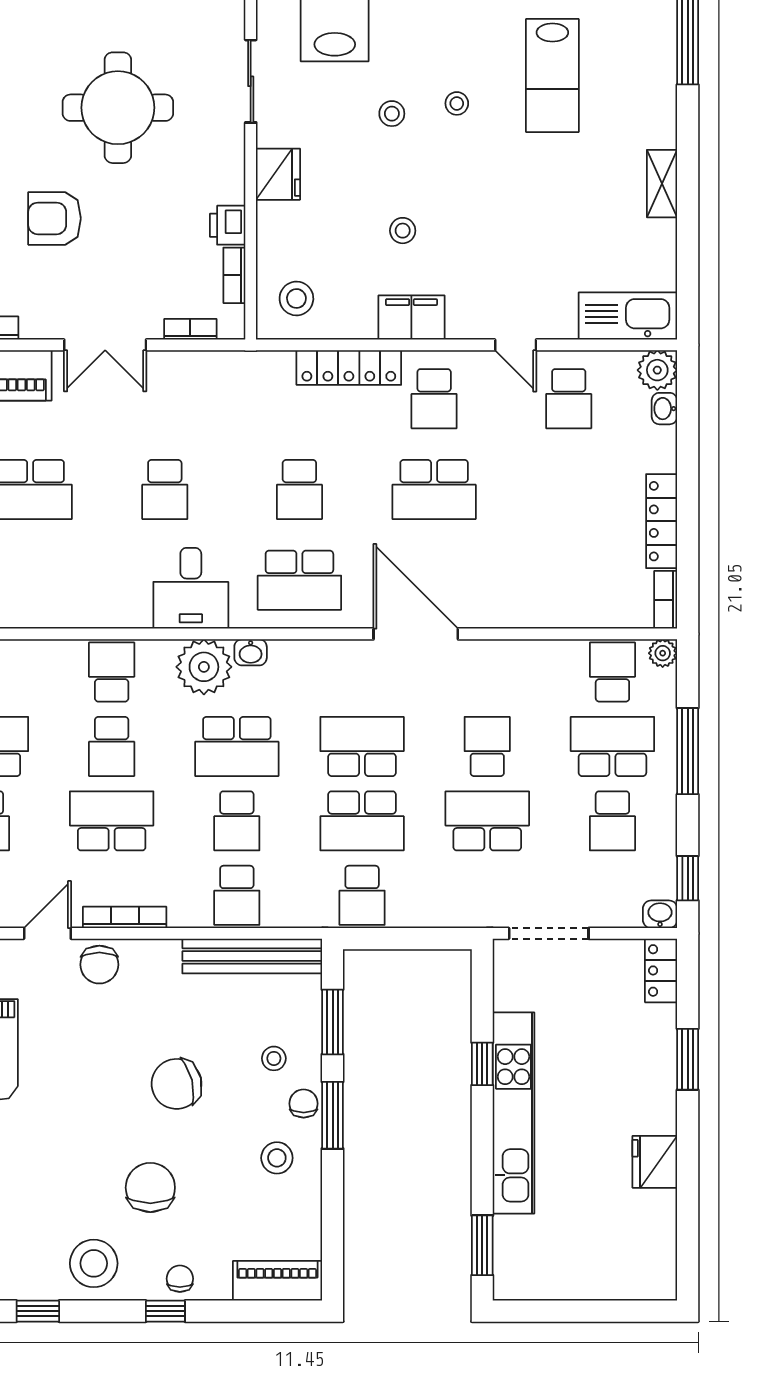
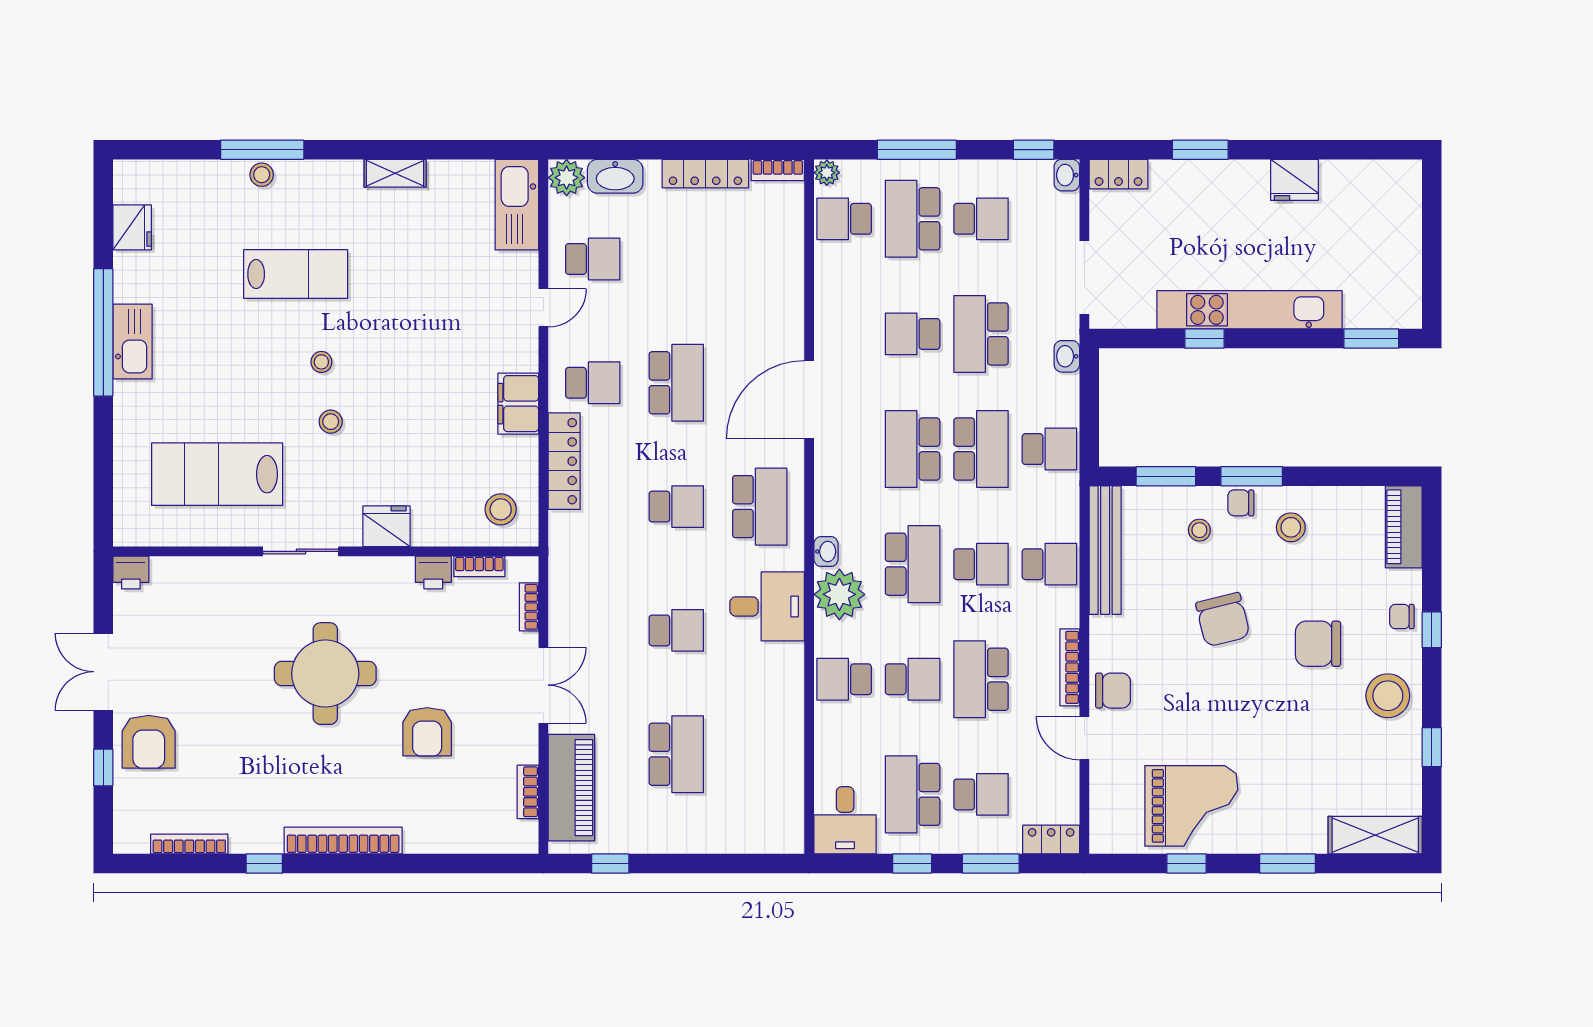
stool: (403, 231) -> (262, 175), moved
washbasin: (664, 409) -> (615, 176), width x1.91, depth x1.45
washbasin: (463, 914) -> (1067, 356), added

